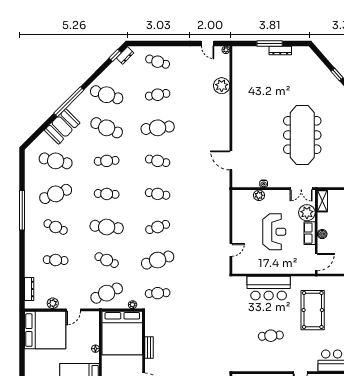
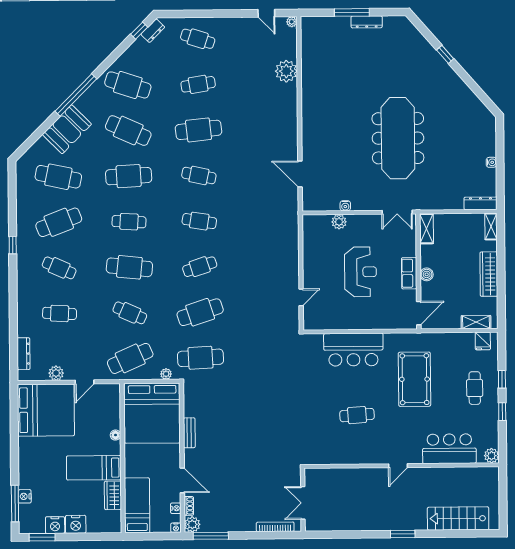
cafe table: (107, 161) -> (129, 176), width x1.37, depth x1.35
window: (22, 210) -> (13, 245), width x0.32
plant: (307, 213) -> (405, 245), removed
cafe table: (158, 293) -> (200, 358), width x1.37, depth x1.35

